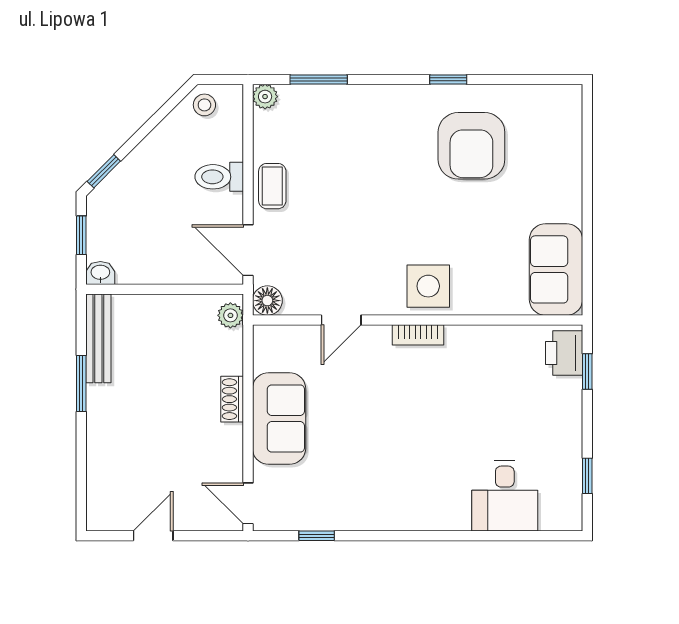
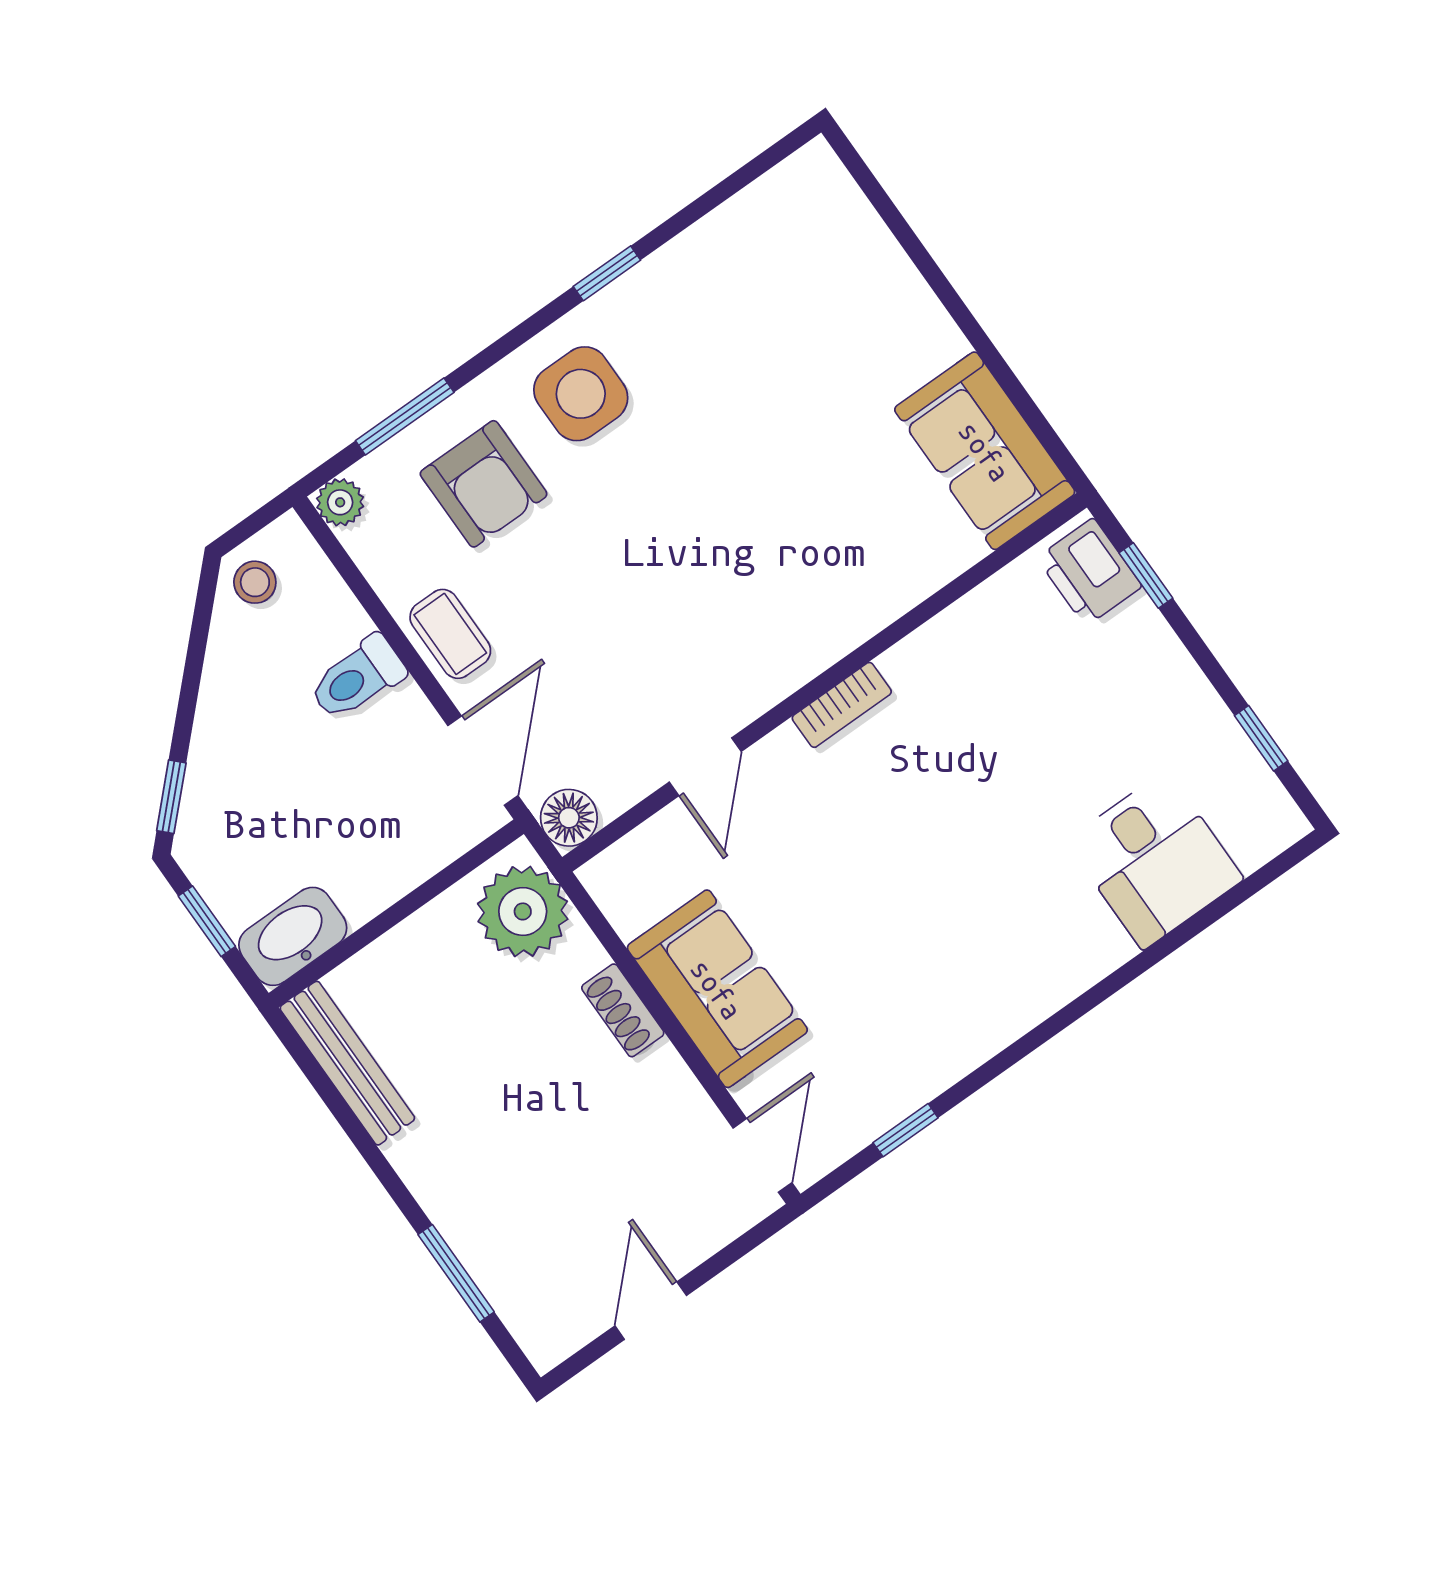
armchair: (471, 146) -> (484, 484), moved, width x0.73, depth x0.73
door: (248, 250) -> (483, 761), swing flipped
washbasin: (100, 273) -> (293, 936), width x1.91, depth x1.45
side table: (428, 286) -> (581, 394), moved
plant: (230, 315) -> (523, 911), width x1.87, depth x1.87
window: (81, 383) -> (456, 1273), moved
door: (248, 503) -> (762, 1155), swing flipped

